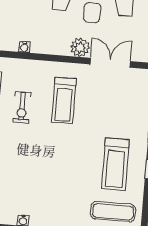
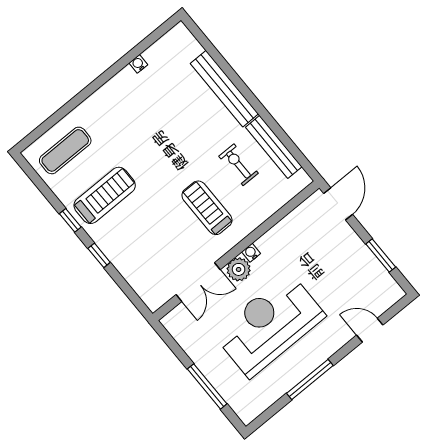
water cooler: (24, 47) -> (251, 253), moved
treadmill: (115, 164) -> (105, 195), turned 90

